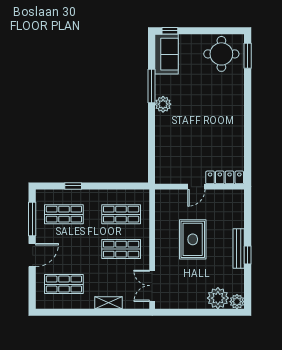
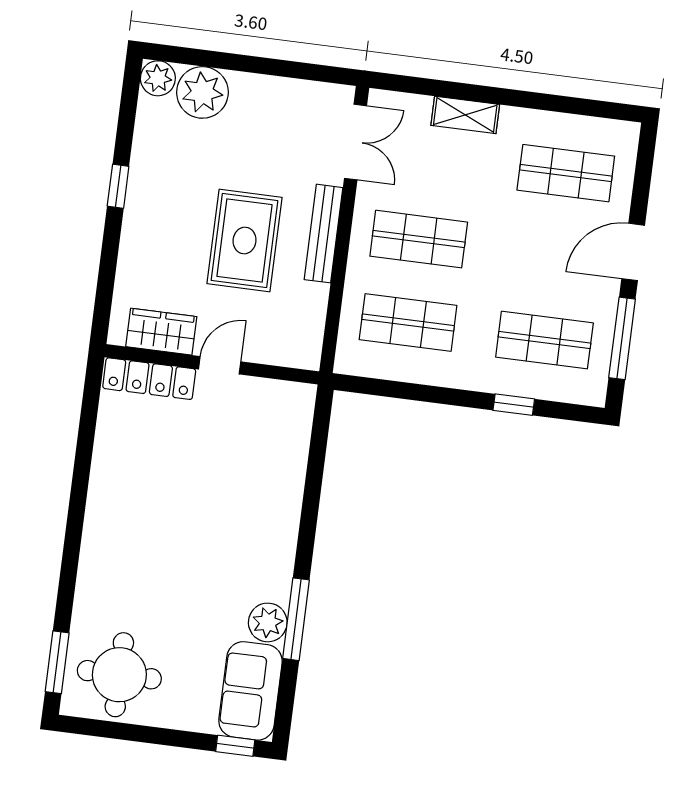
plant: (163, 104) -> (268, 622), moved
wardrobe: (222, 197) -> (161, 332), added
bench: (239, 248) -> (324, 234), moved

